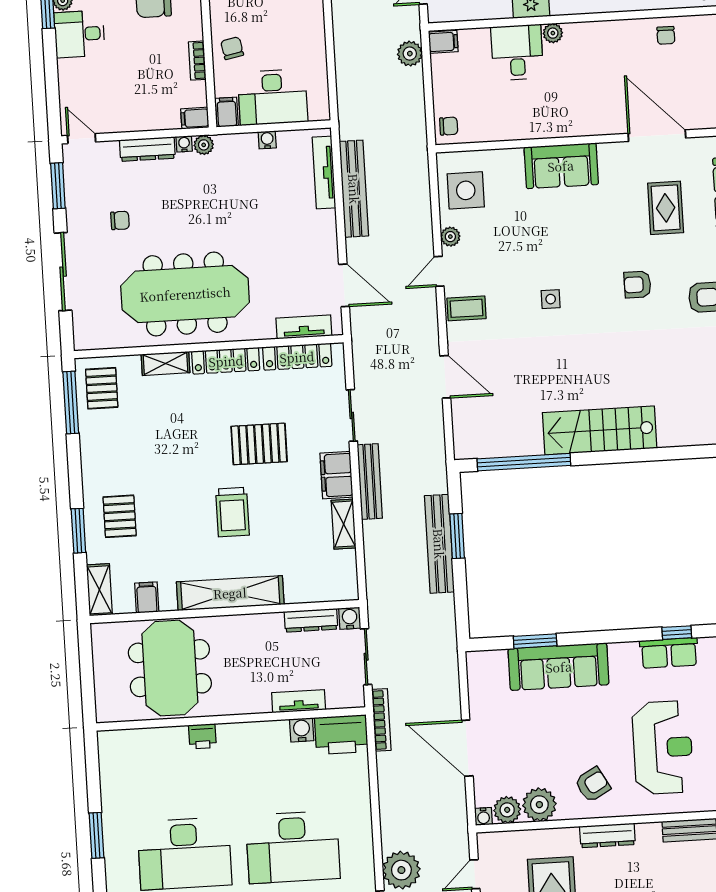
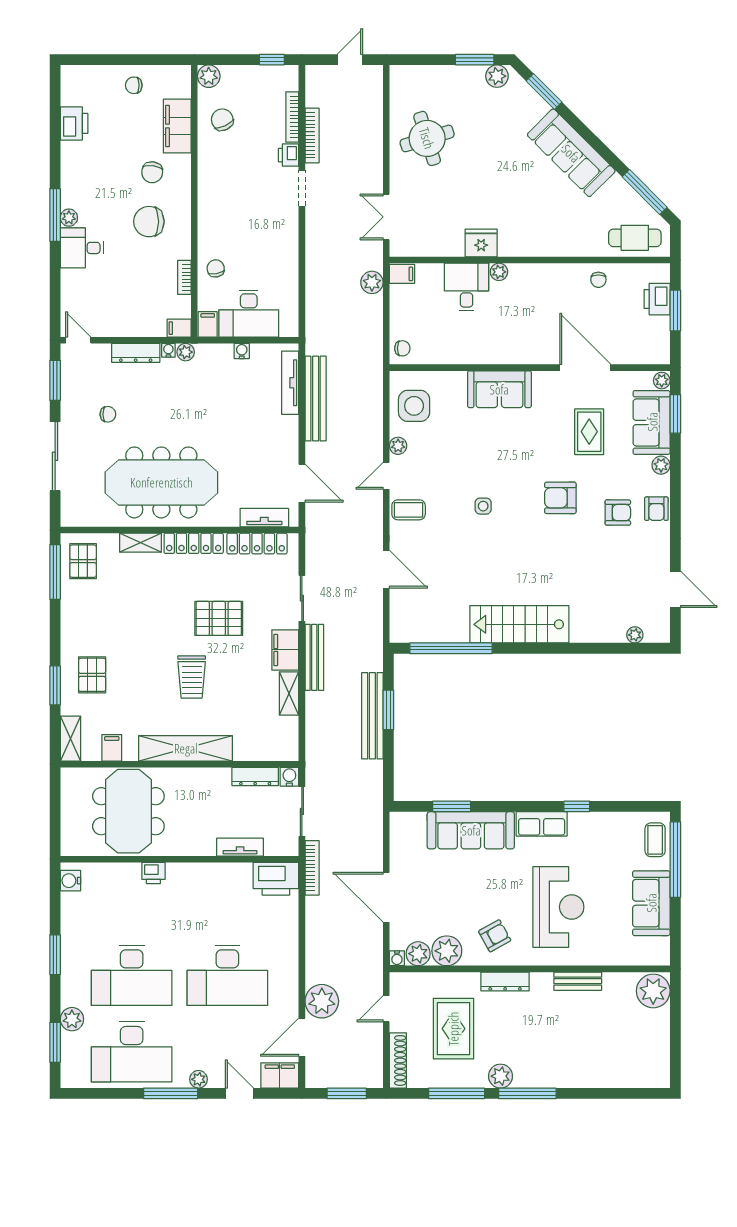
armchair: (637, 285) -> (560, 498), width x1.38, depth x1.38
row of seats: (669, 653) -> (542, 824), moved
water cooler: (302, 730) -> (70, 881), moved, turned -90

